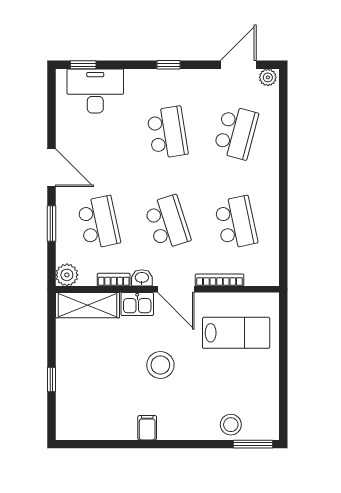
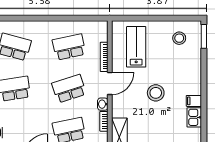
kitchen sink: (137, 304) -> (194, 117), moved, turned 180
stool: (231, 425) -> (179, 38), moved

